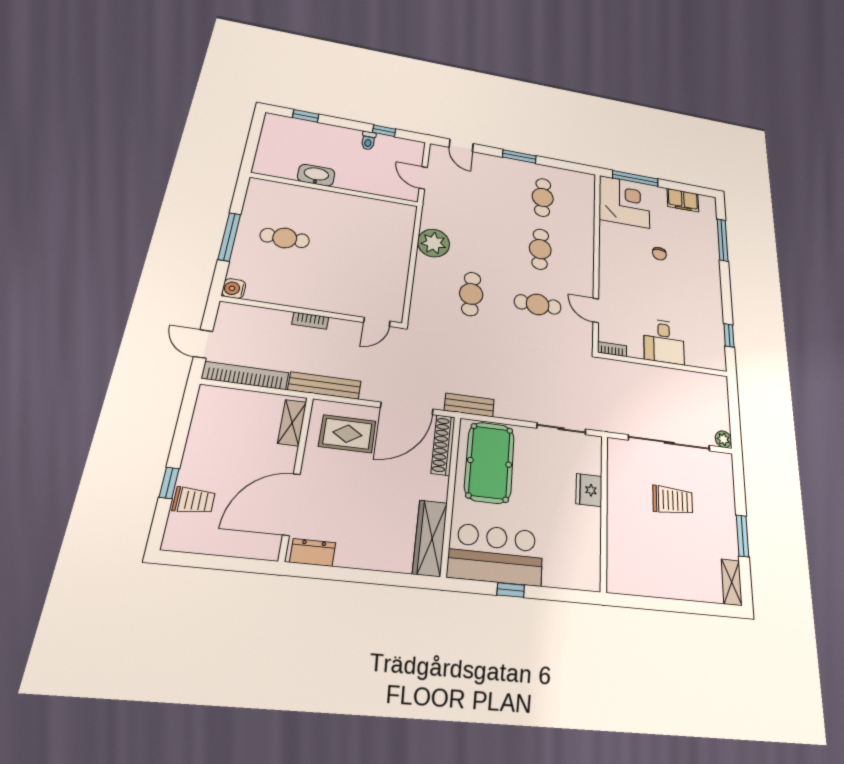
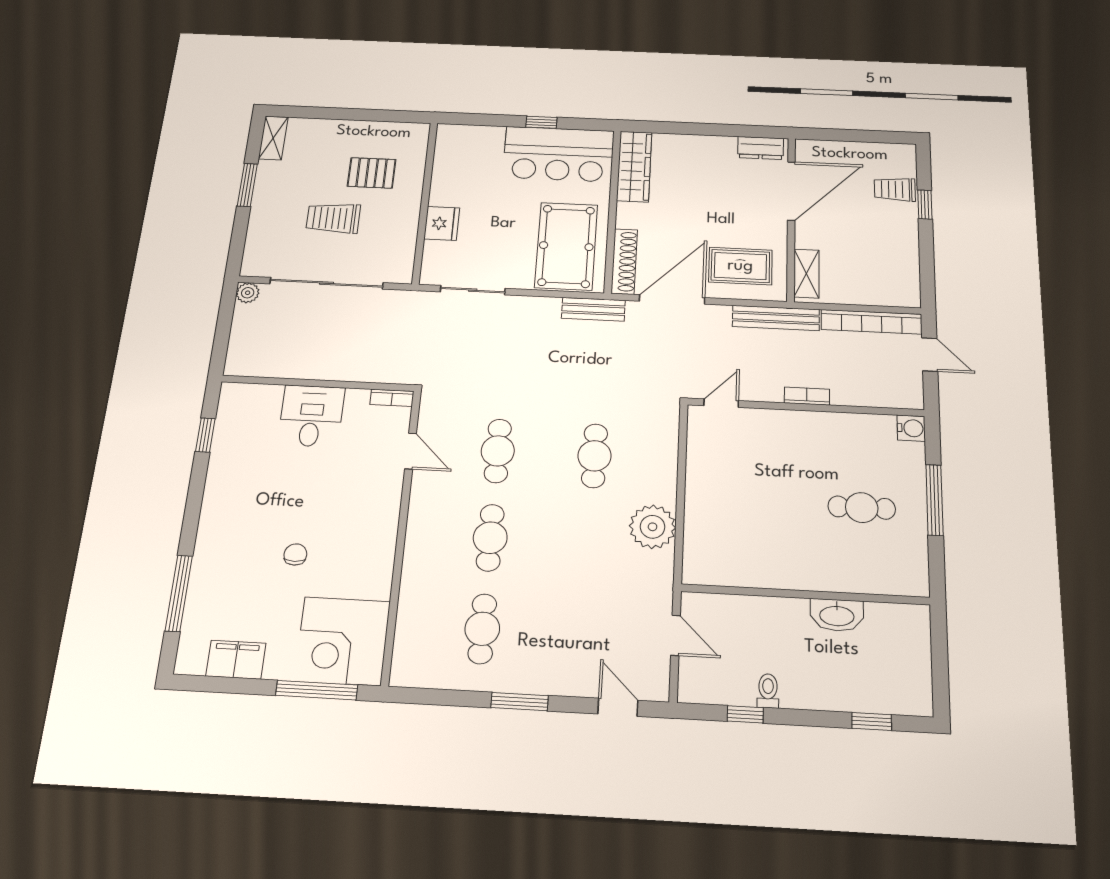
cafe table: (538, 304) -> (498, 451), turned 90
pallet: (649, 543) -> (372, 173), added

